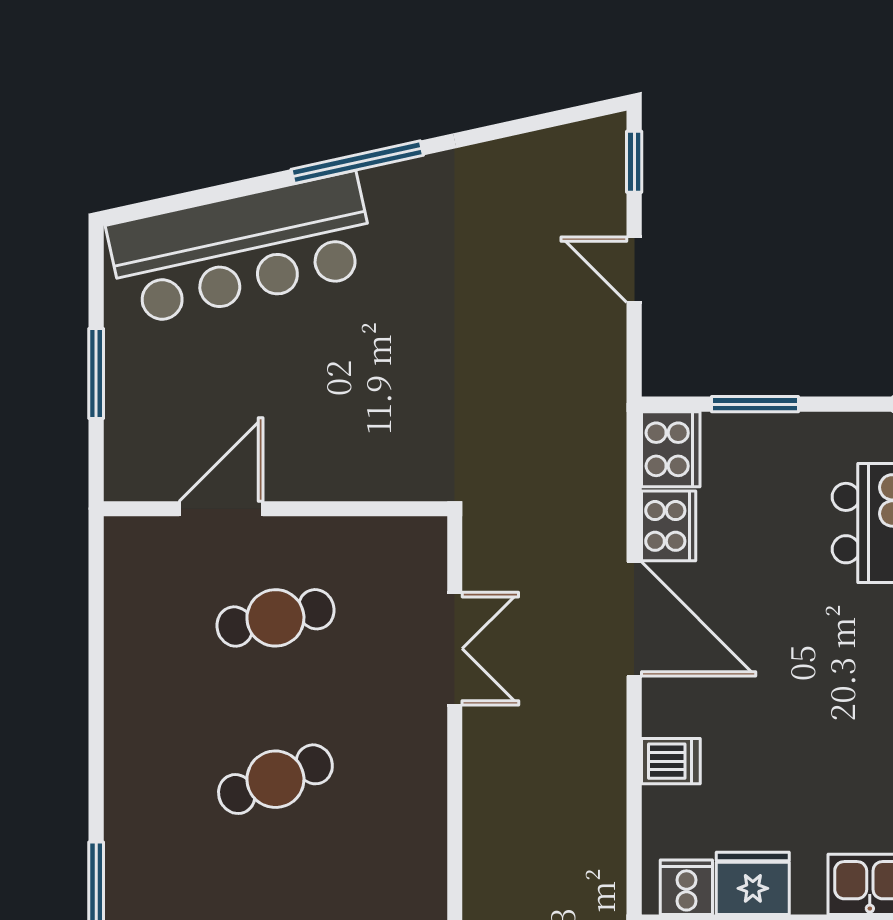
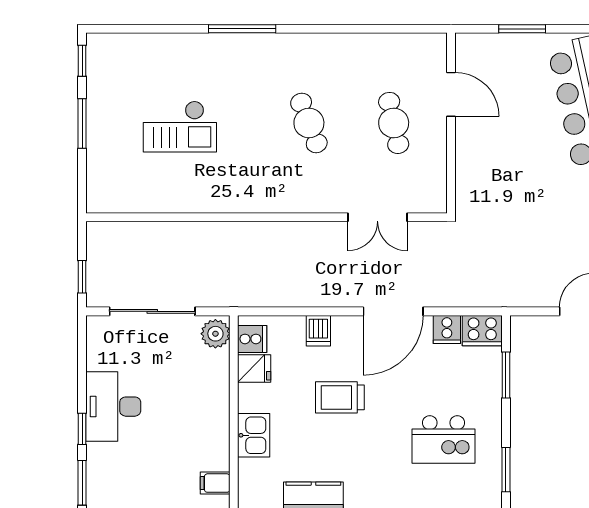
cooker: (669, 526) -> (447, 330), width x0.73
trolley: (798, 720) -> (340, 397), added
fridge: (753, 883) -> (254, 368), width x0.72

